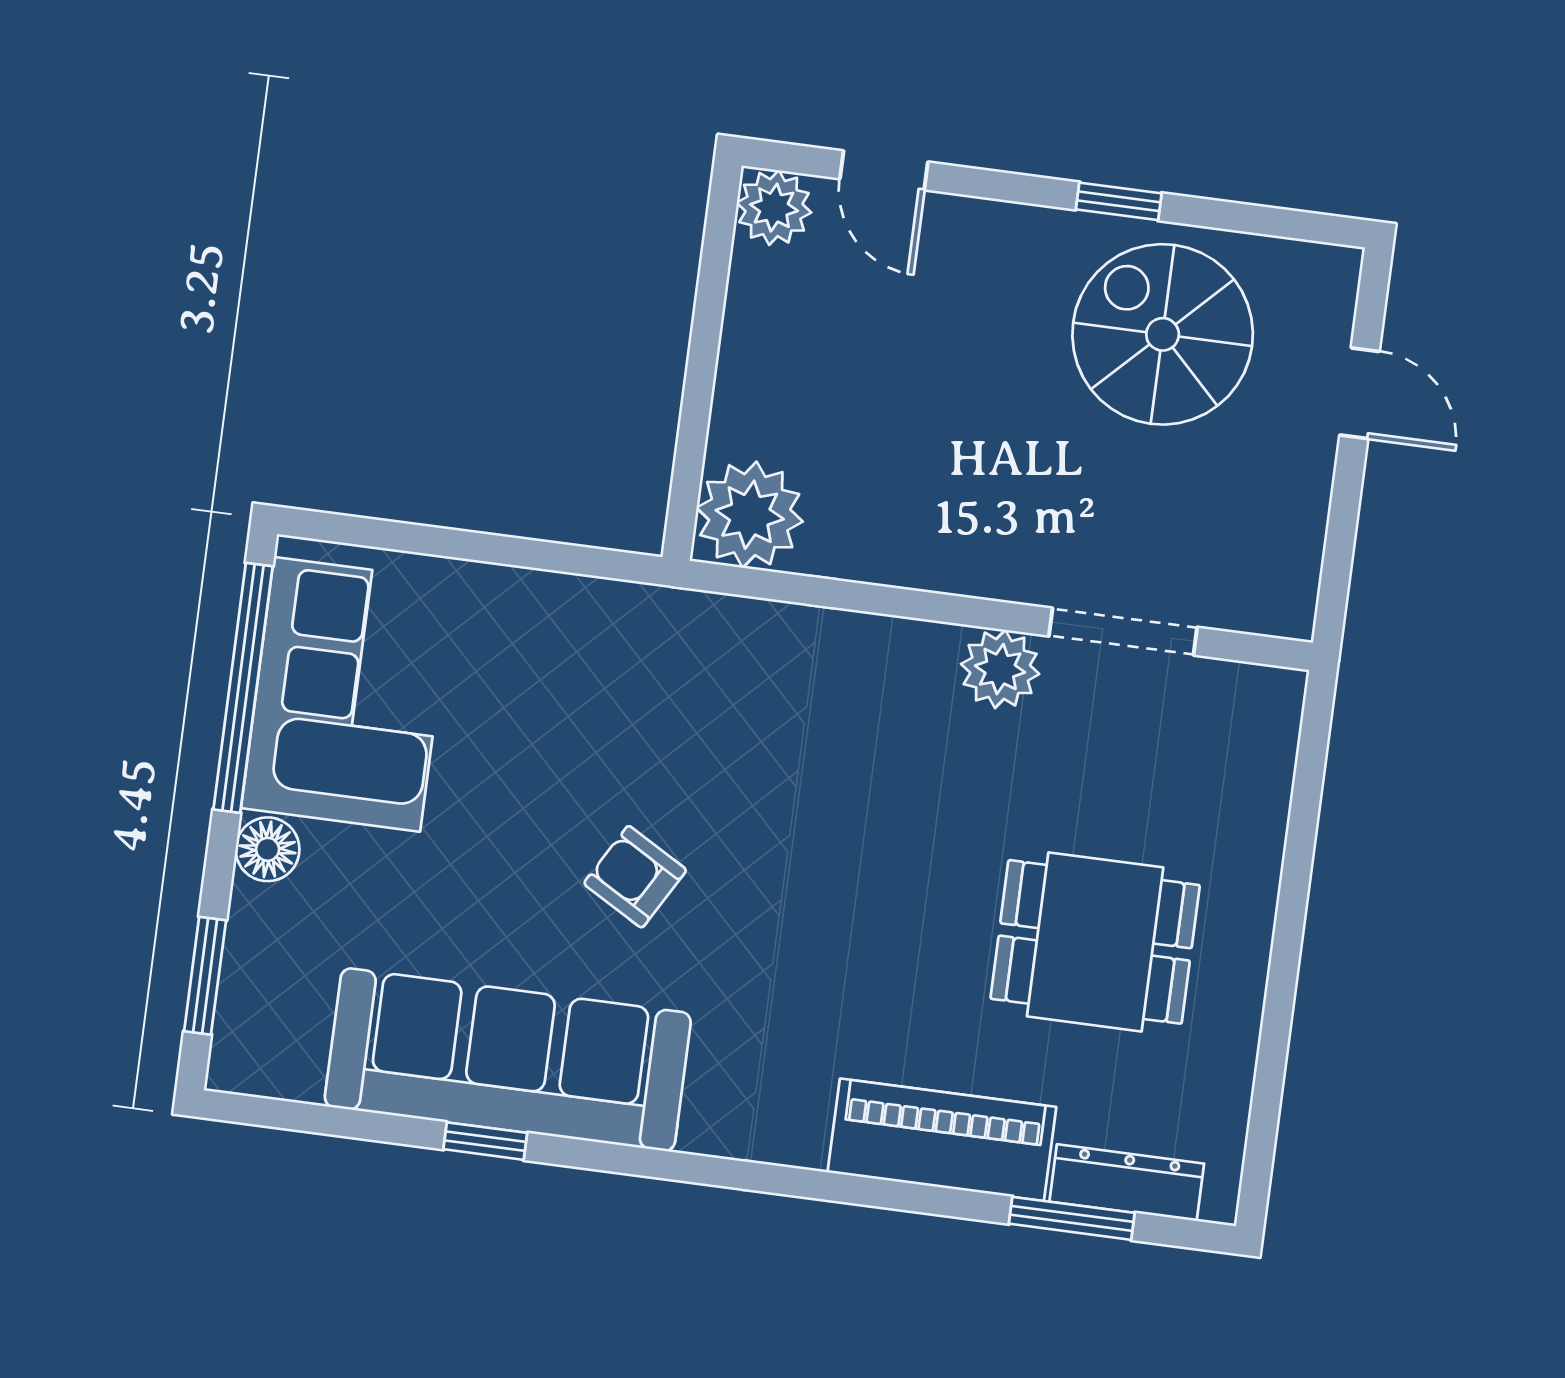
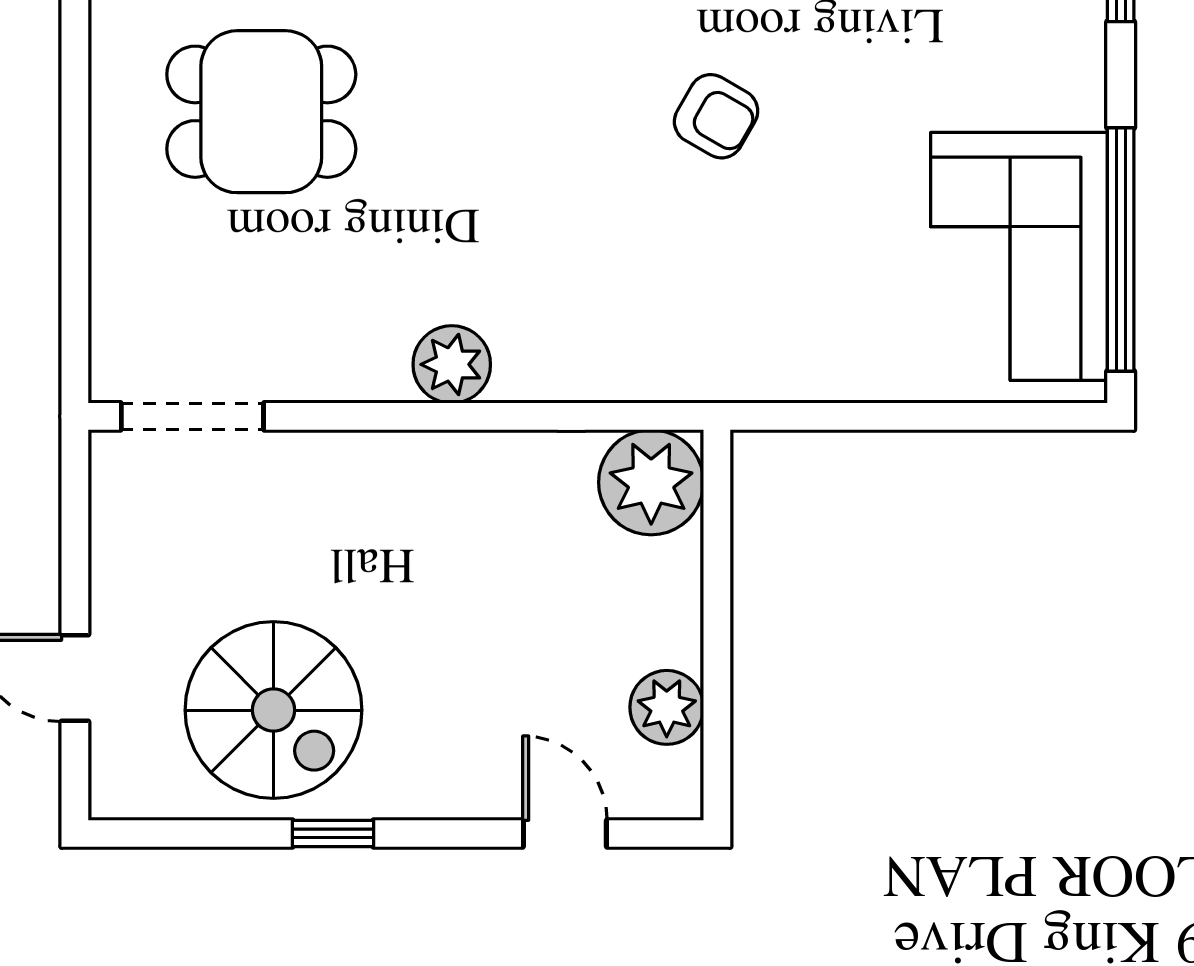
plant: (774, 208) -> (667, 707), moved
doorway: (1123, 632) -> (192, 416), moved
plant: (1000, 669) -> (452, 364), moved
floor lamp: (268, 849) -> (1076, 96), removed

